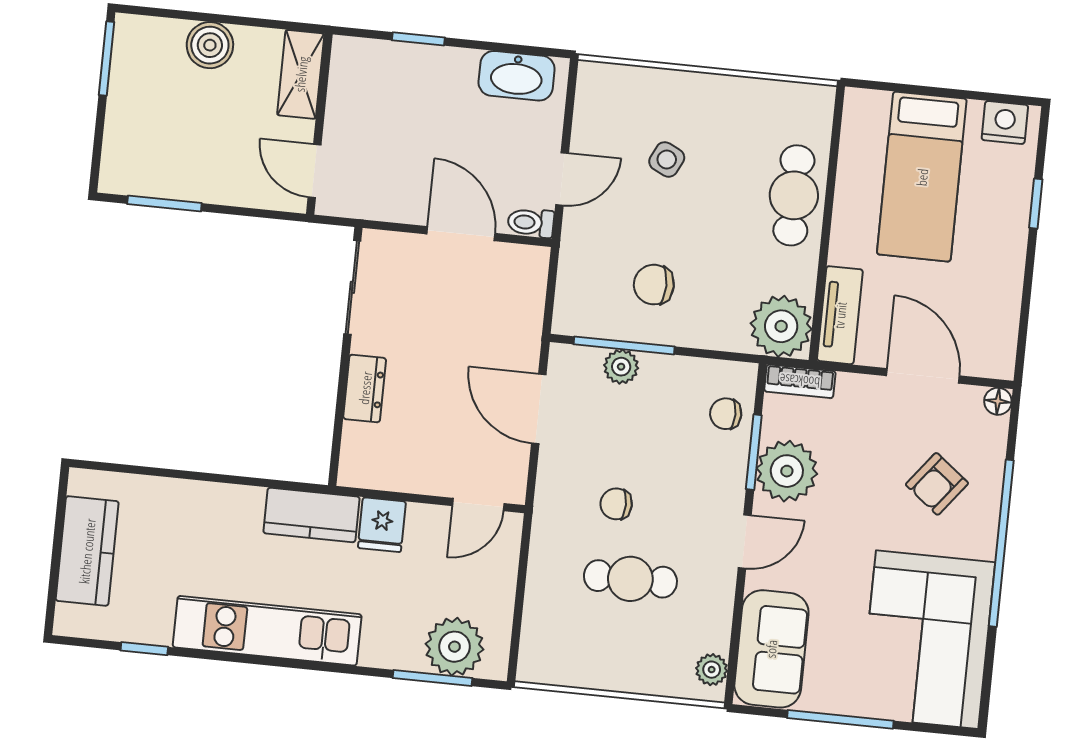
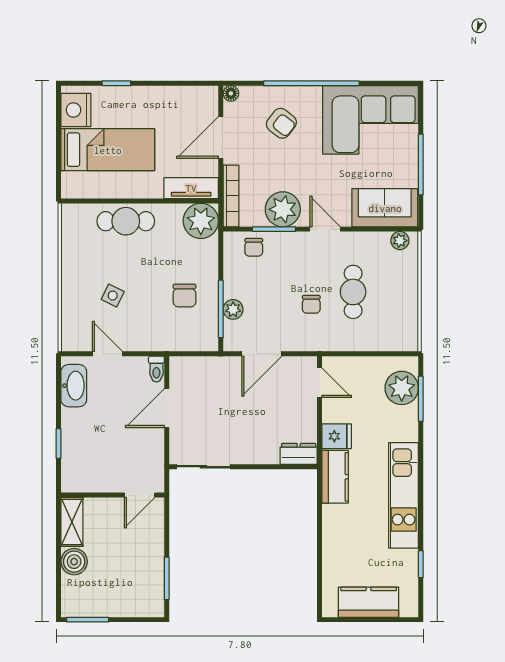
shelving: (301, 74) -> (72, 522), moved, turned 90
nightstand: (1005, 122) -> (76, 110), width x1.36, depth x1.33
door: (562, 179) -> (107, 354), moved
bookcase: (800, 381) -> (231, 196), width x1.56
dresser: (365, 388) -> (299, 454), moved

